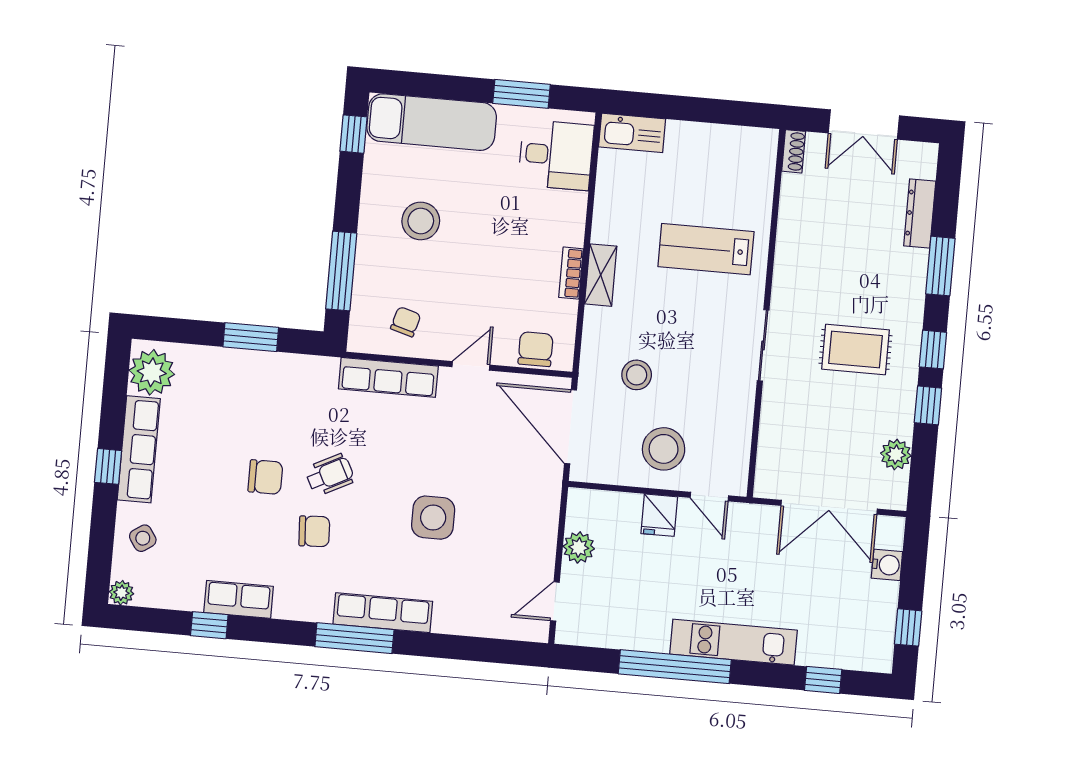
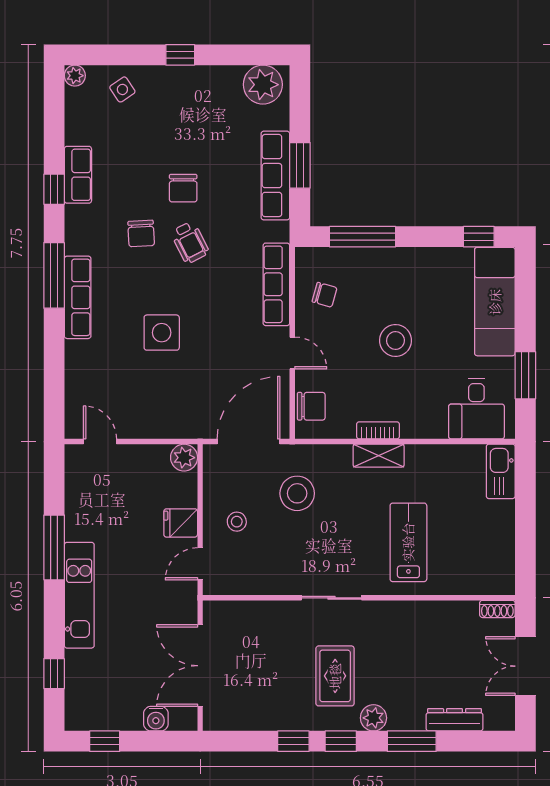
stool: (421, 221) -> (396, 341), moved
stool: (637, 375) -> (297, 493), width x1.38, depth x1.38
row of seats: (139, 449) -> (275, 176), moved, turned 90
stool: (664, 449) -> (237, 522), width x0.53, depth x0.53
plant: (896, 454) -> (373, 718), moved
plant: (579, 547) -> (184, 458), moved
window: (209, 625) -> (54, 189), moved
window: (675, 667) -> (54, 547), width x0.68

